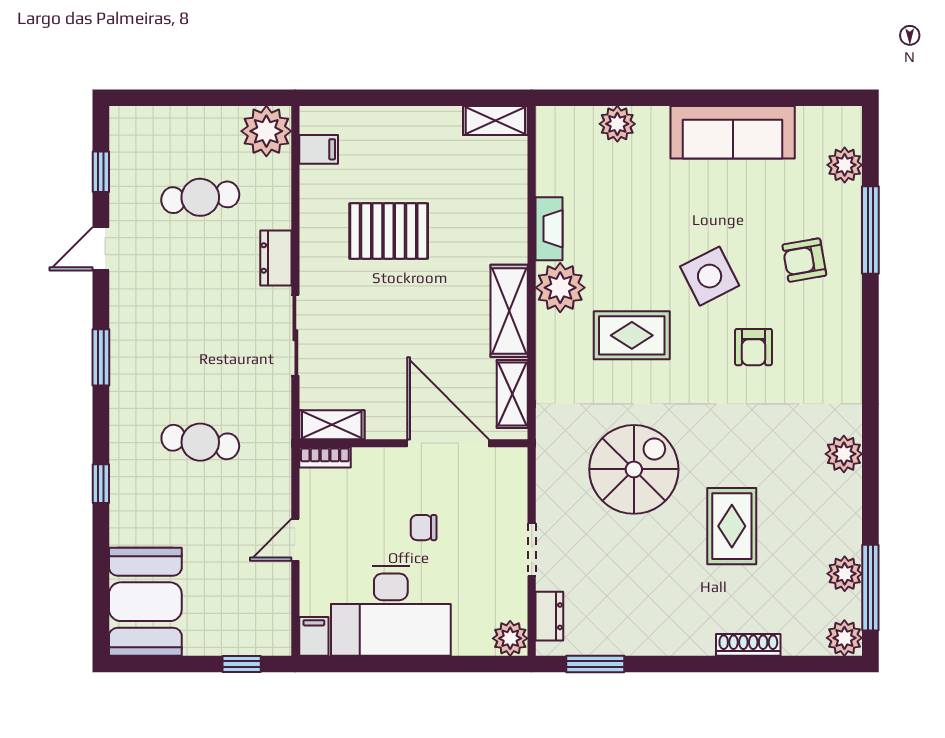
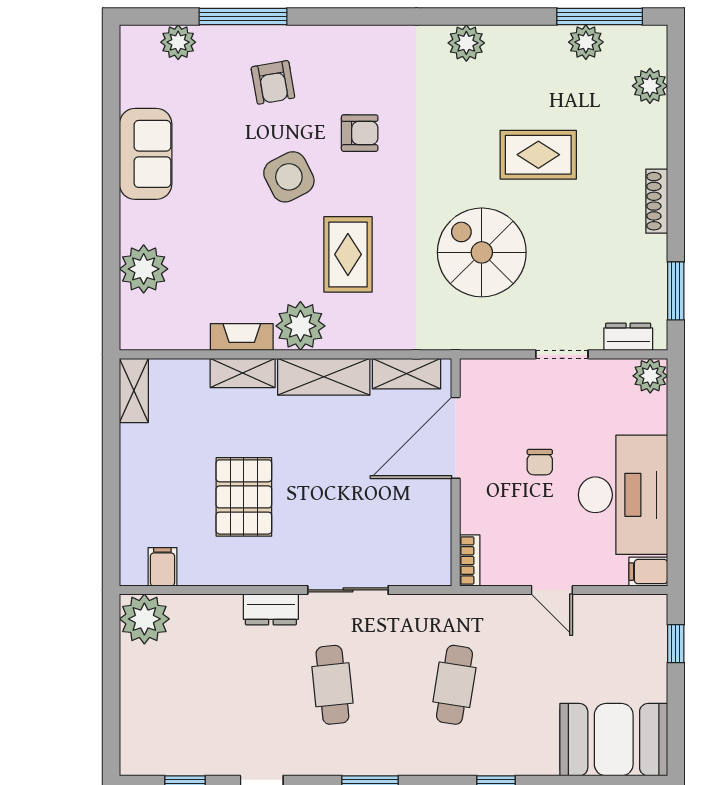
plant: (617, 124) -> (144, 269), width x1.36, depth x1.36
sofa: (733, 132) -> (146, 154), width x0.73
cafe table: (200, 197) -> (332, 685), moved
shelving: (332, 425) -> (243, 373), moved, turned 90
plant: (844, 638) -> (650, 86), moved
shoe rack: (748, 645) -> (657, 201), moved

